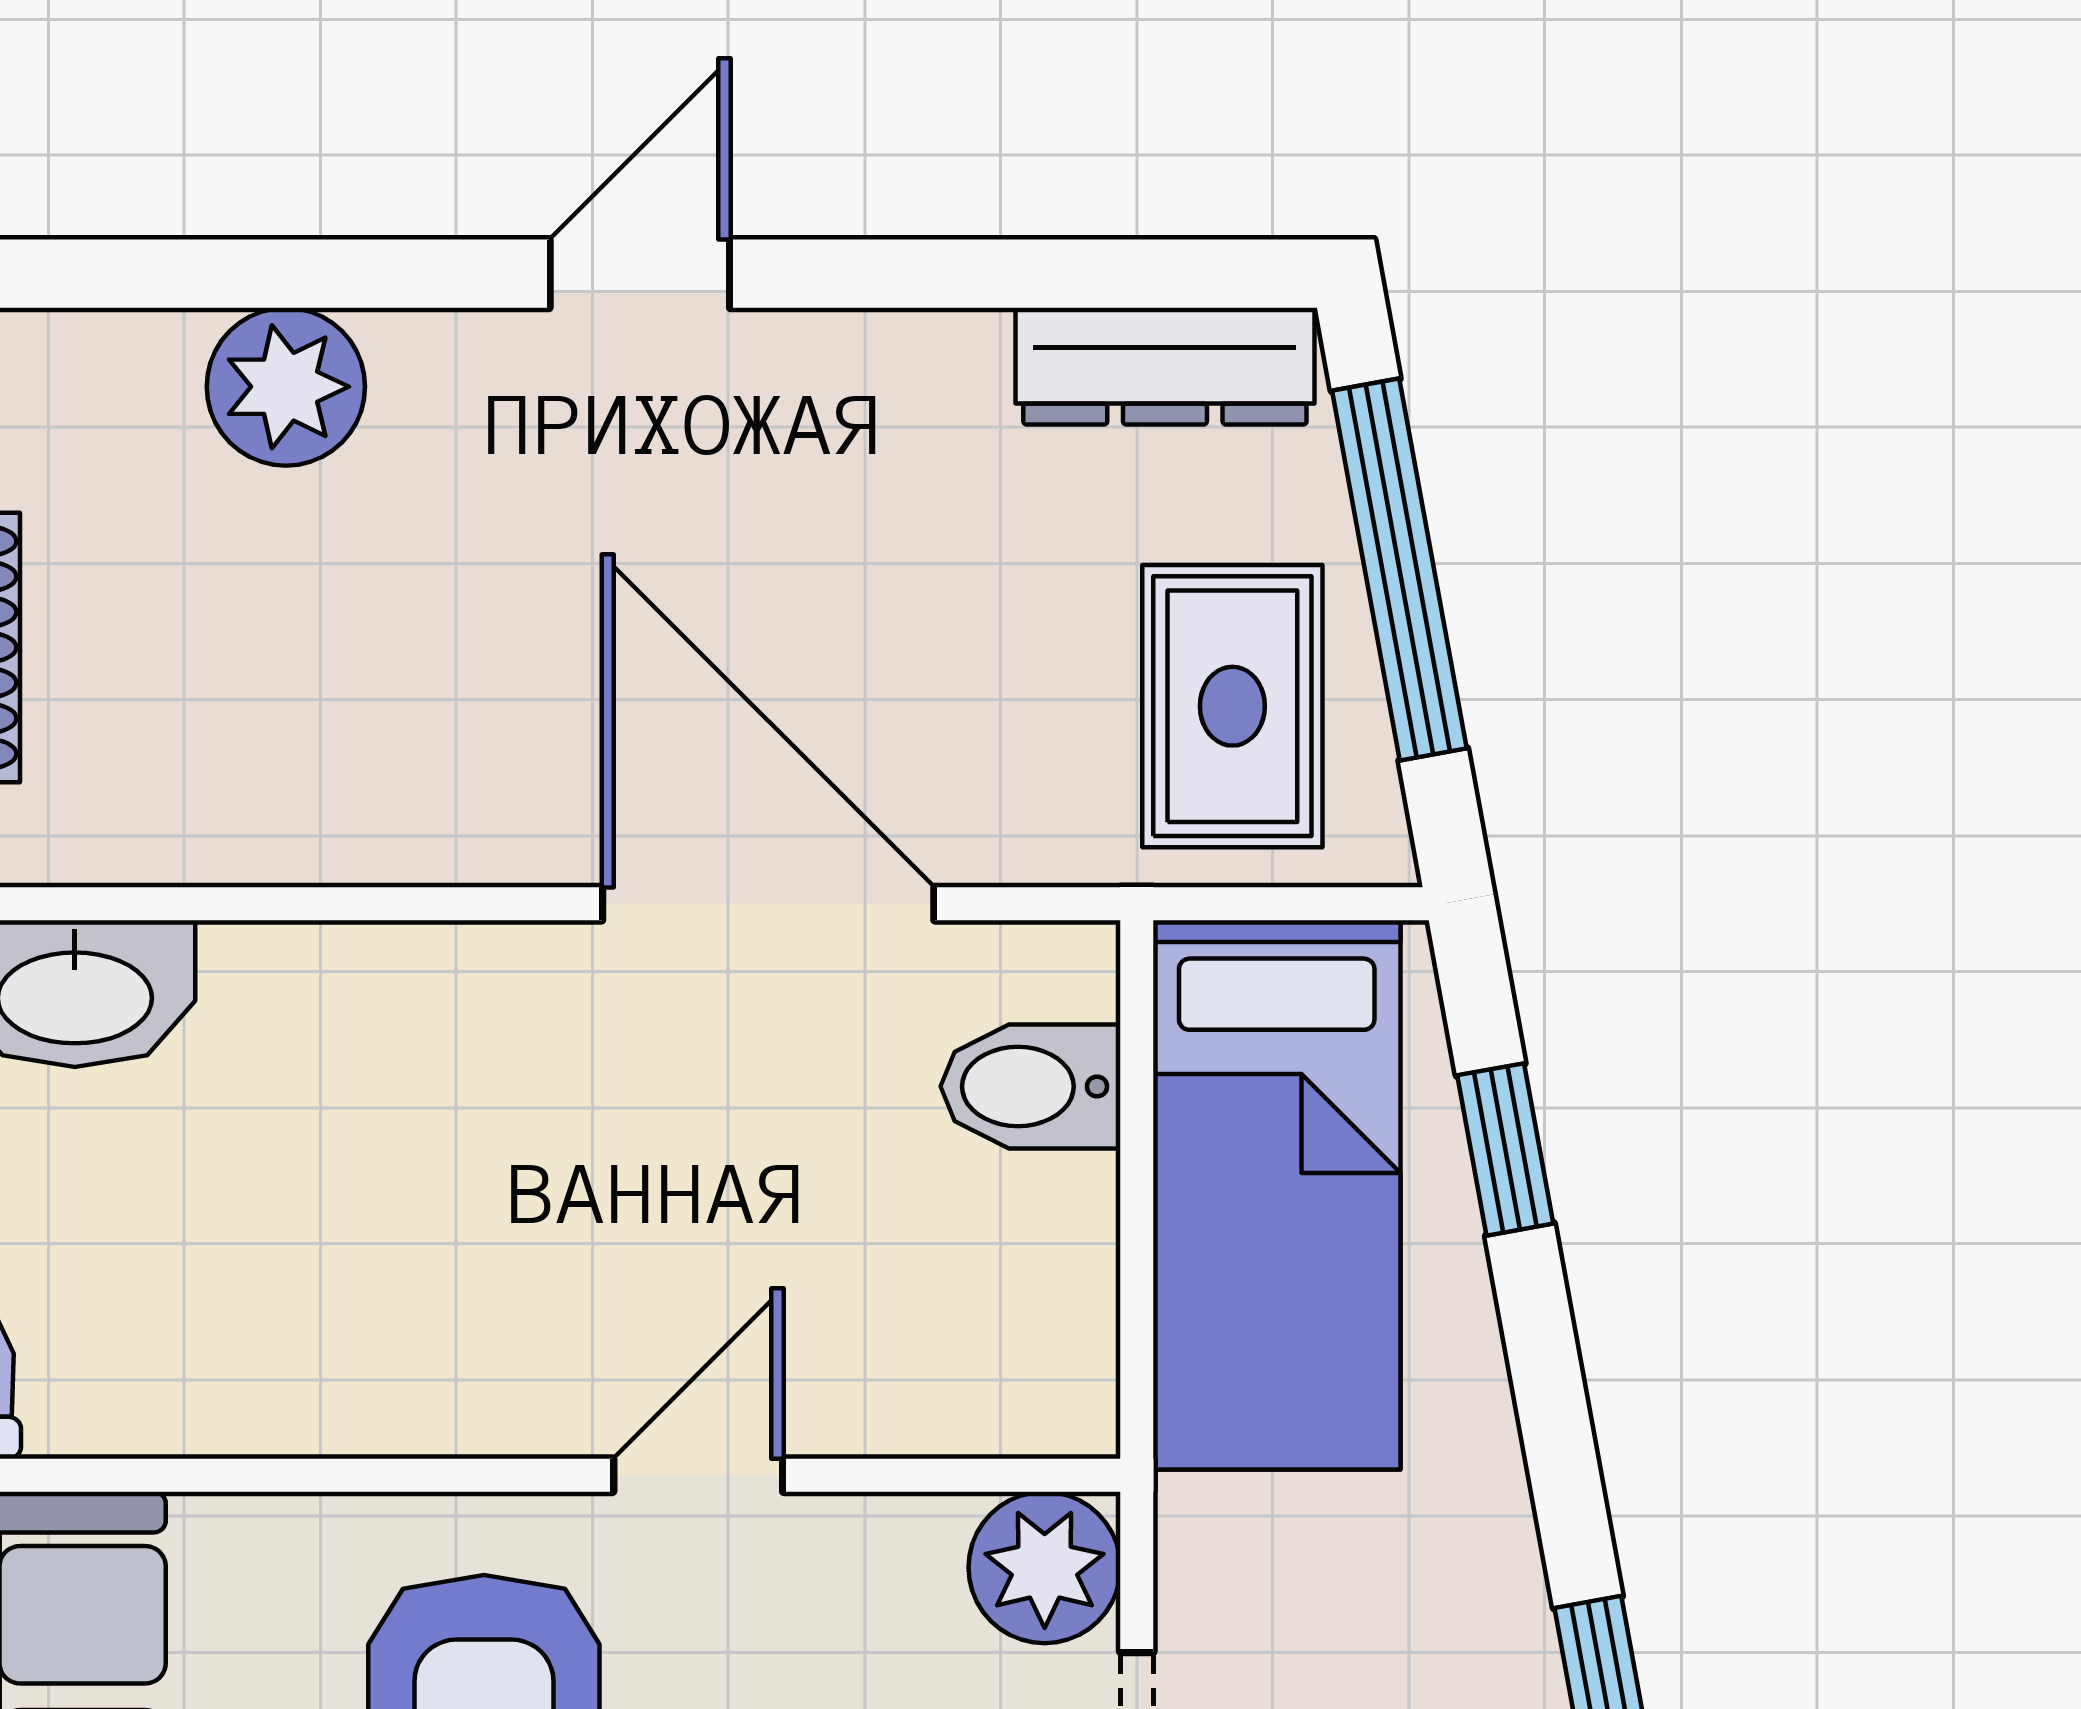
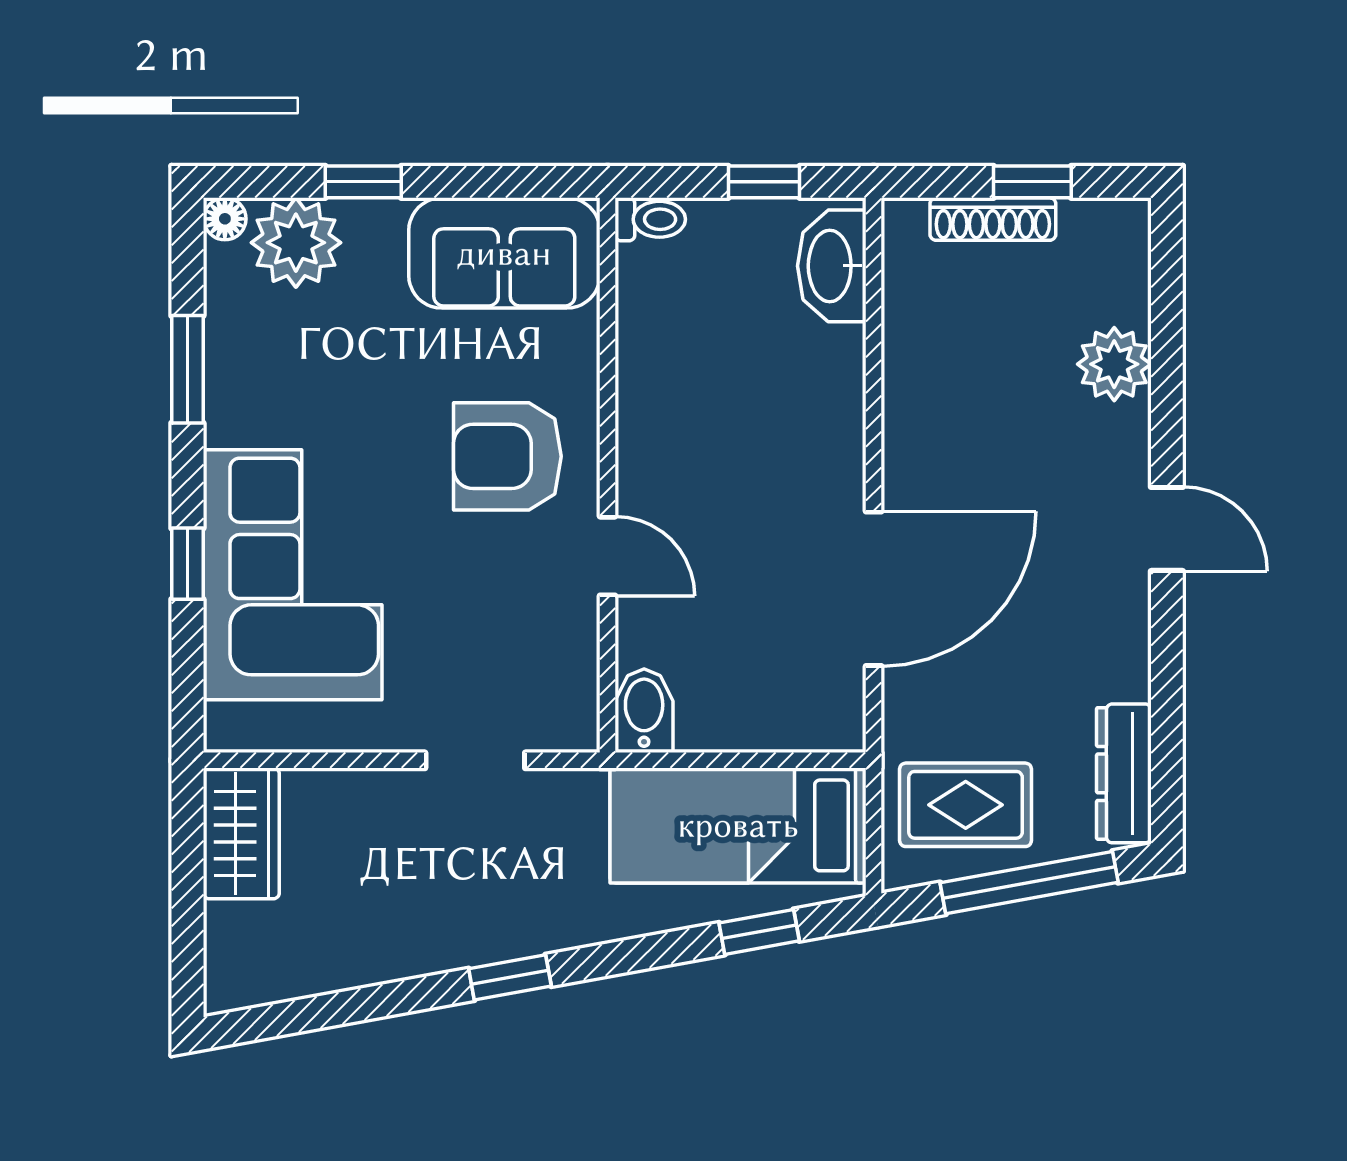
bidet: (1030, 1086) -> (644, 711), moved
plant: (1045, 1567) -> (565, 717), removed

